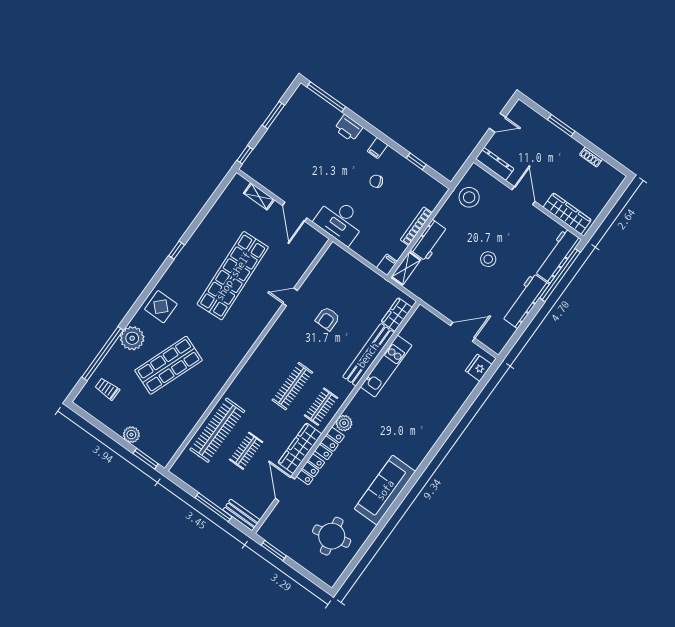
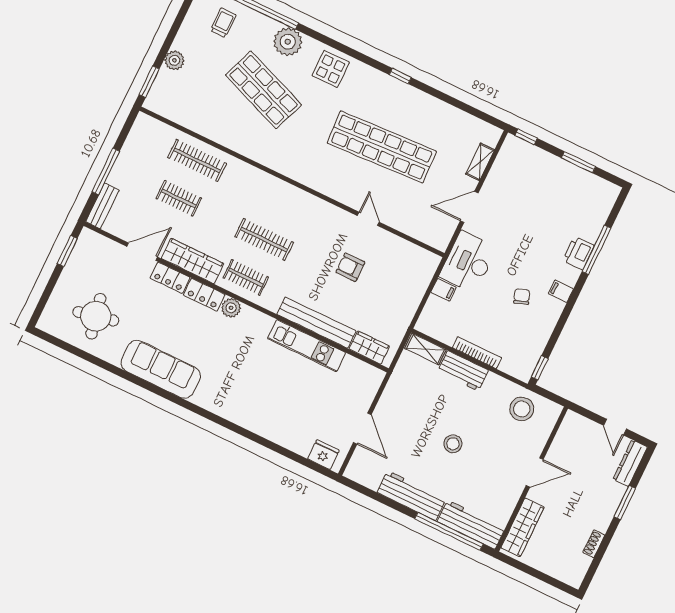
window: (326, 97) -> (597, 250), moved
window: (416, 161) -> (540, 368), moved
dresser: (495, 164) -> (630, 463), moved, turned 180
filing cabinet: (387, 265) -> (444, 290), moved
clothes rail: (217, 430) -> (197, 160), width x0.73, depth x0.76

